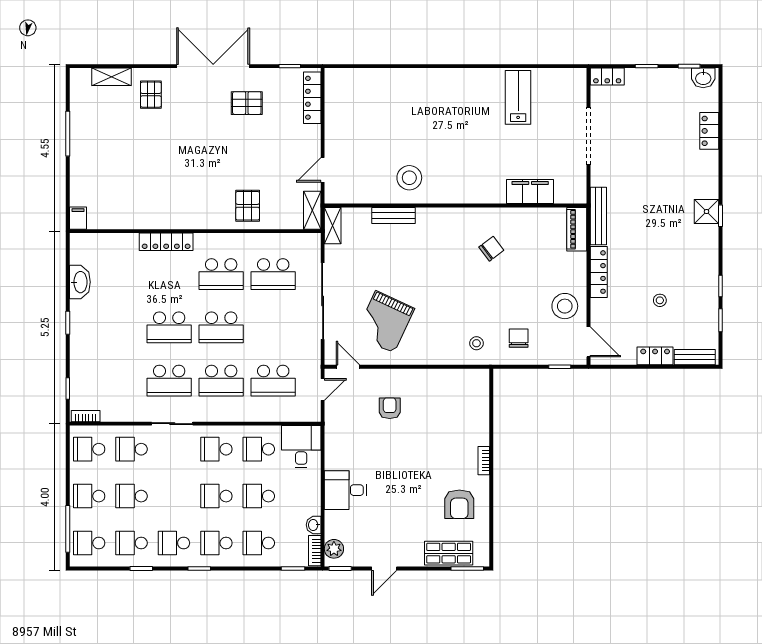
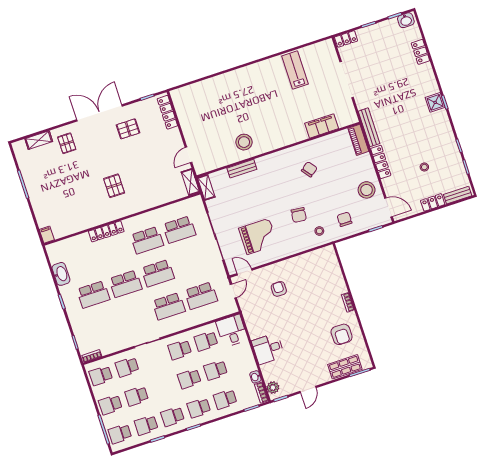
pallet: (248, 206) -> (114, 186), moved
chair: (454, 310) -> (299, 215), added
grand piano: (385, 322) -> (258, 236), turned -115
school desk: (169, 381) -> (93, 294), moved

